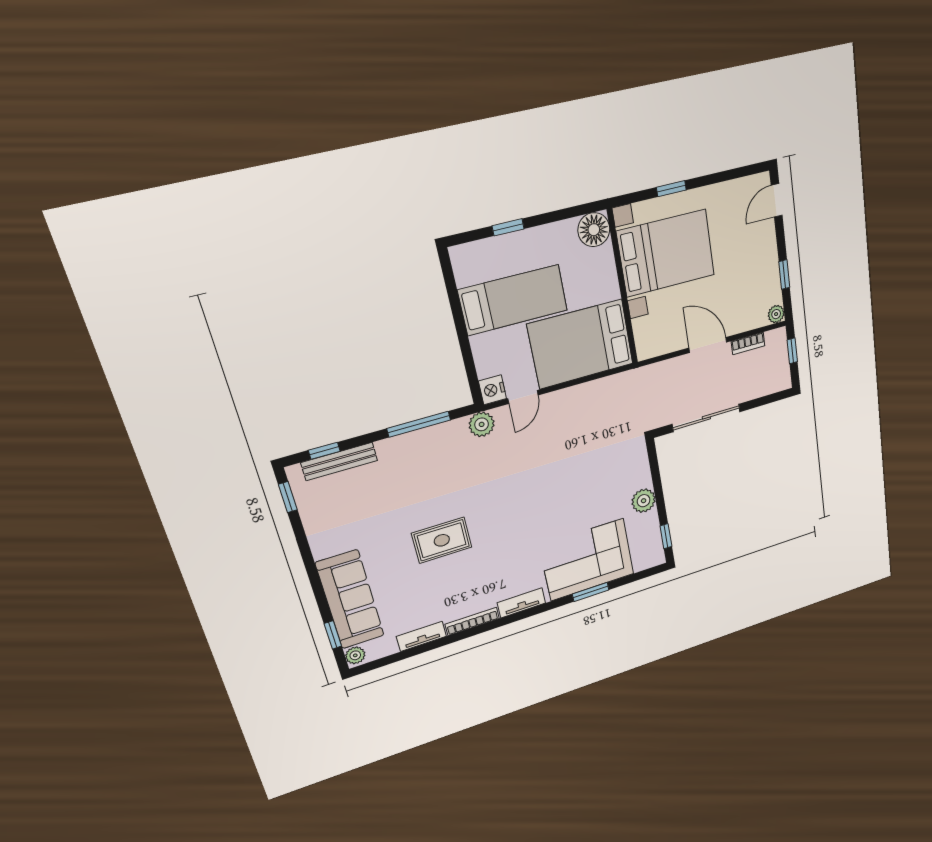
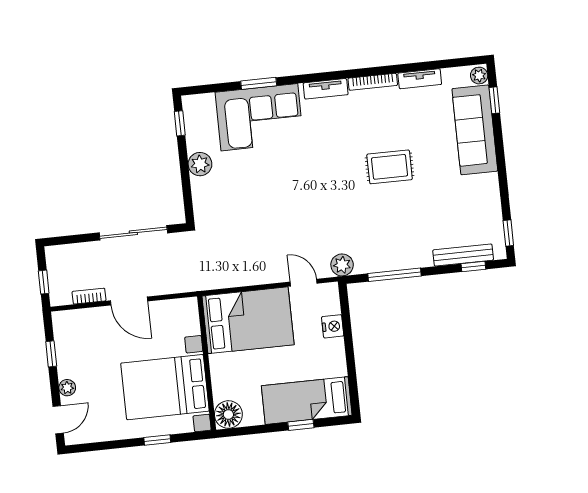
bed: (513, 300) -> (307, 400), moved
plant: (776, 314) -> (67, 388), moved
nightstand: (492, 390) -> (333, 326), moved
door: (523, 397) -> (304, 283), hinge flipped

